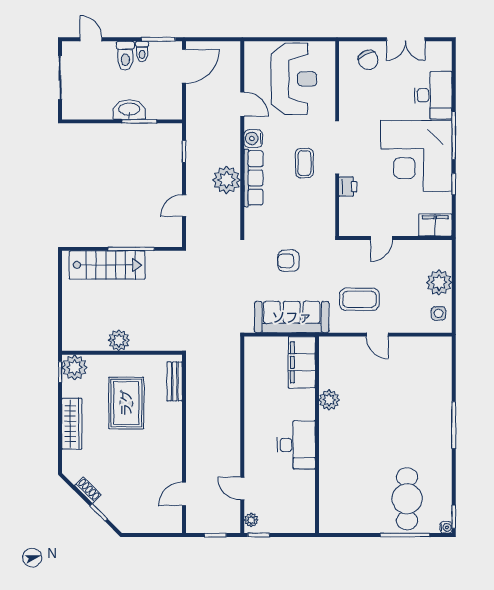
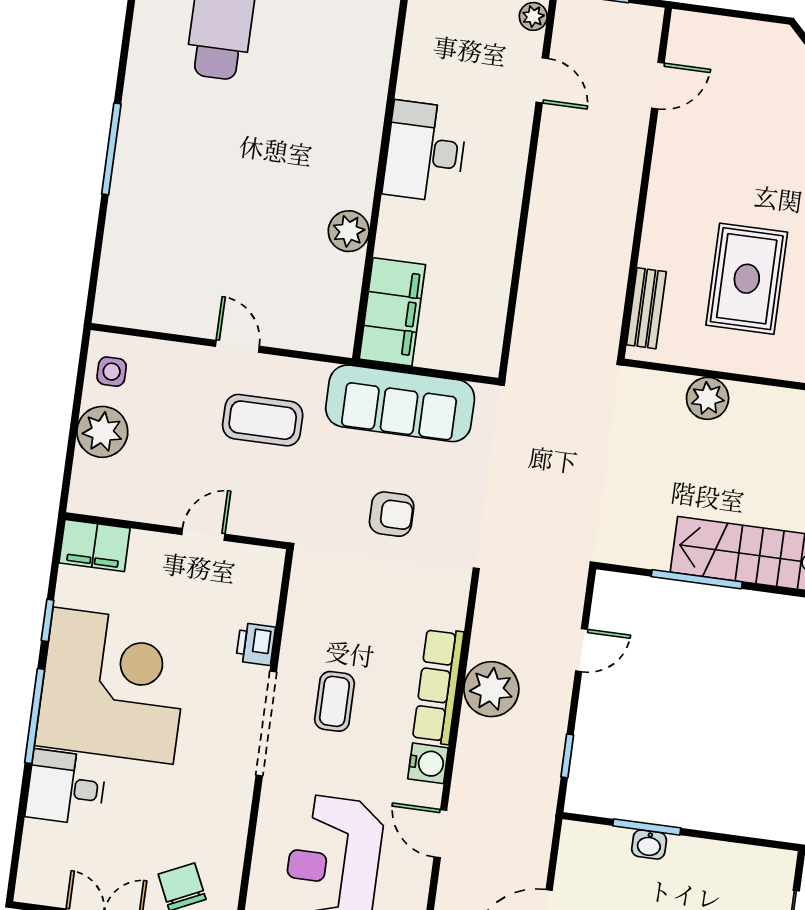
desk: (433, 95) -> (66, 787), width x0.73
washbasin: (129, 110) -> (649, 844), width x0.52, depth x0.69
plant: (119, 340) -> (708, 398), moved

